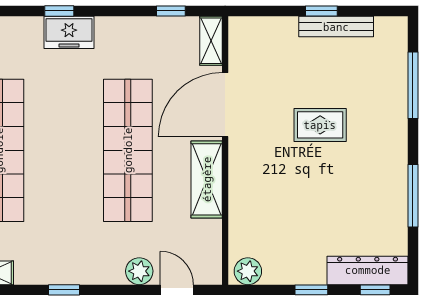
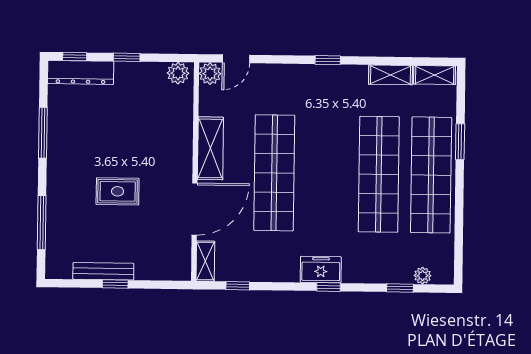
plant: (139, 271) -> (210, 74), moved
door: (177, 290) -> (236, 59), hinge flipped

